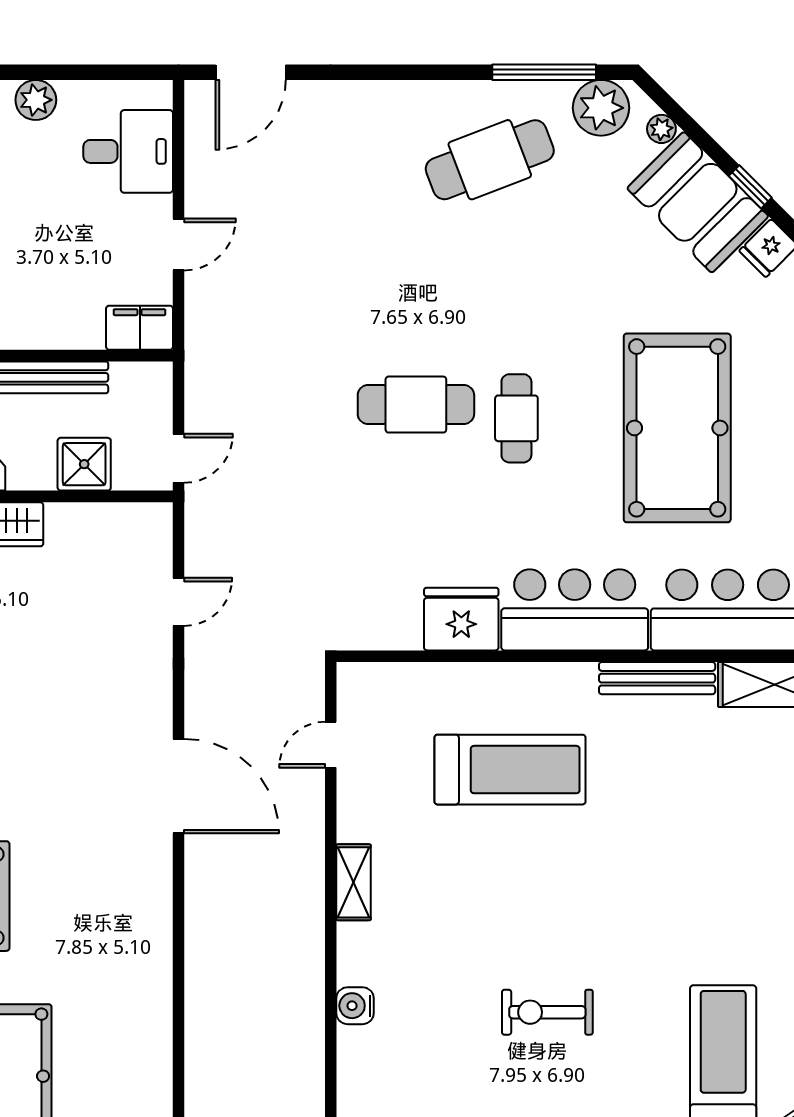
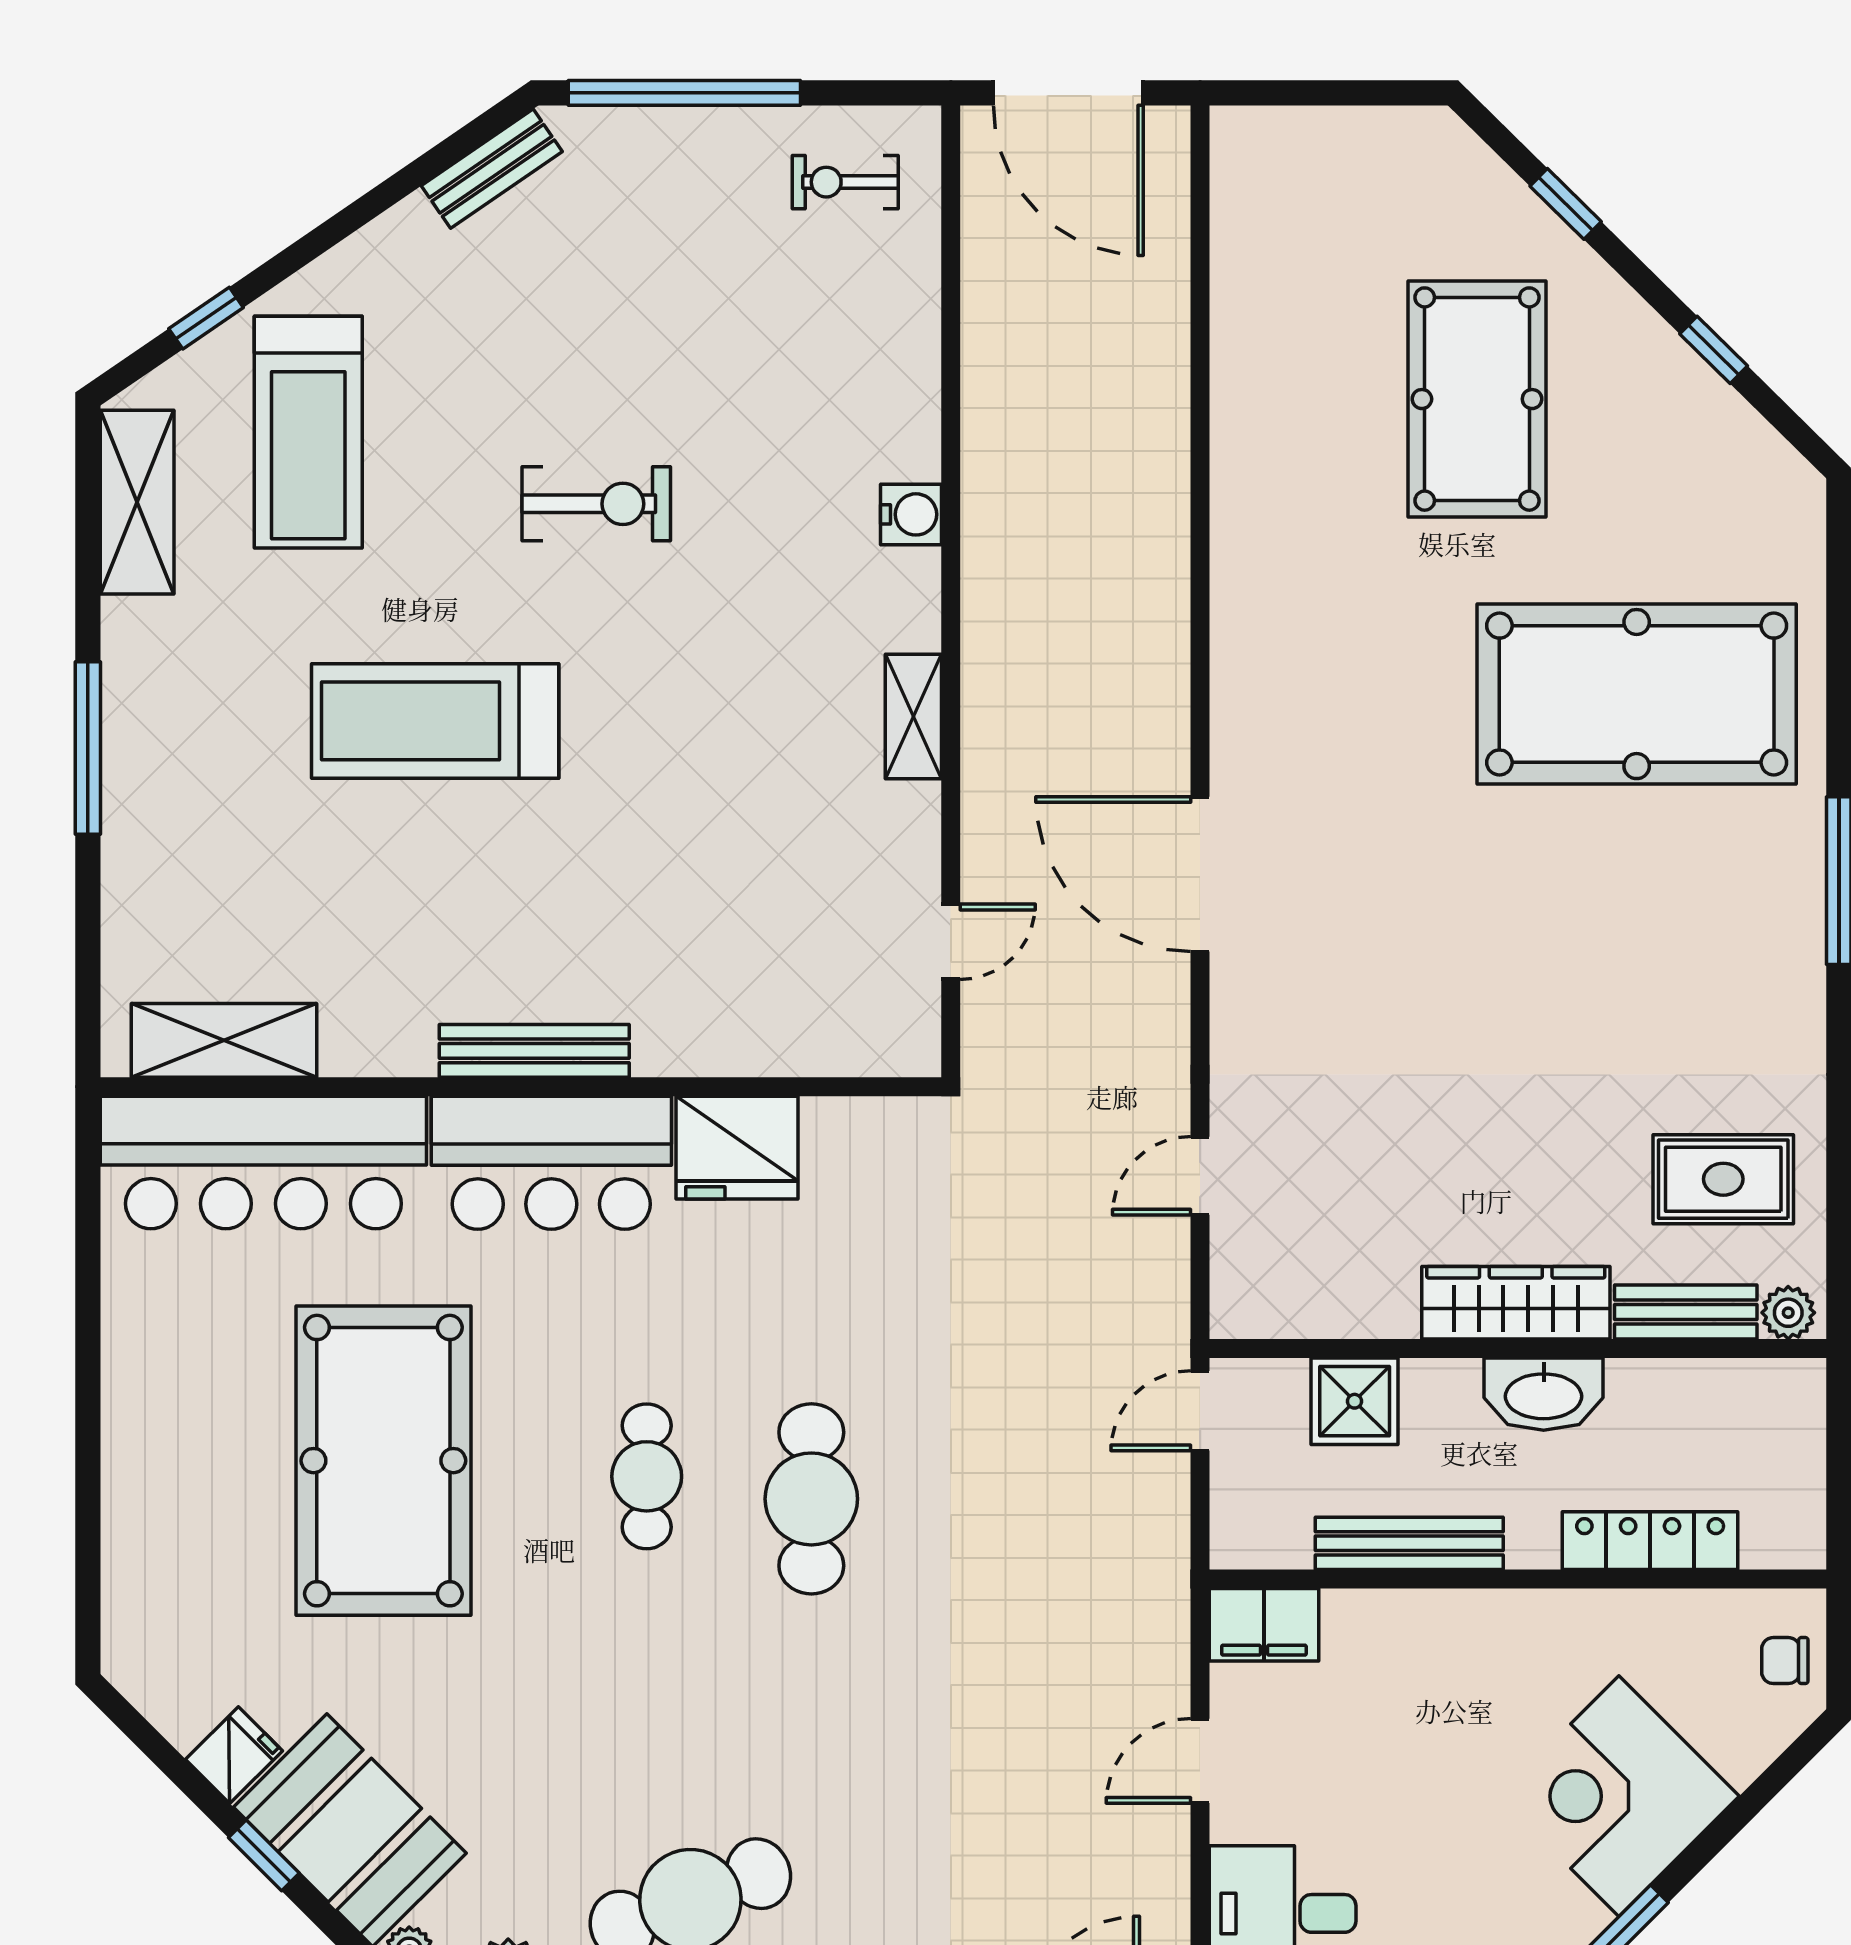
cafe table: (416, 405) -> (811, 1499), turned 90
bench: (657, 678) -> (534, 1051), moved
treadmill: (510, 770) -> (435, 721), moved

